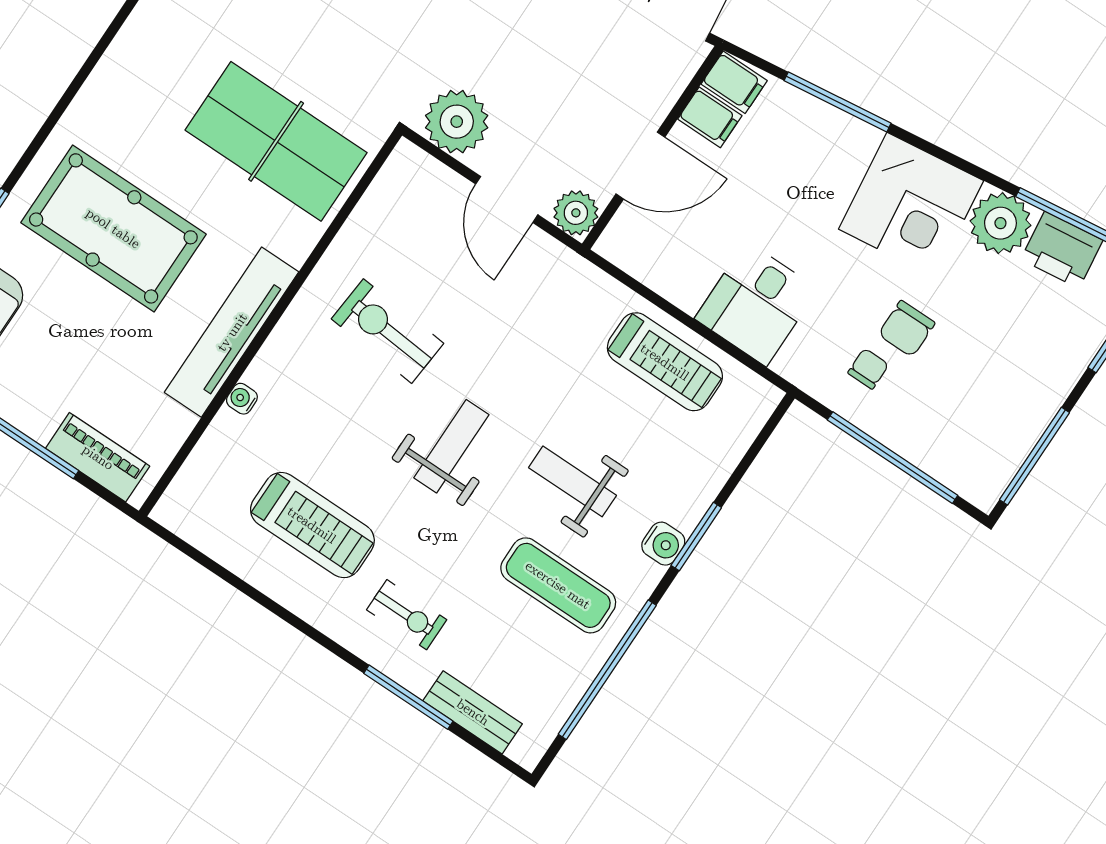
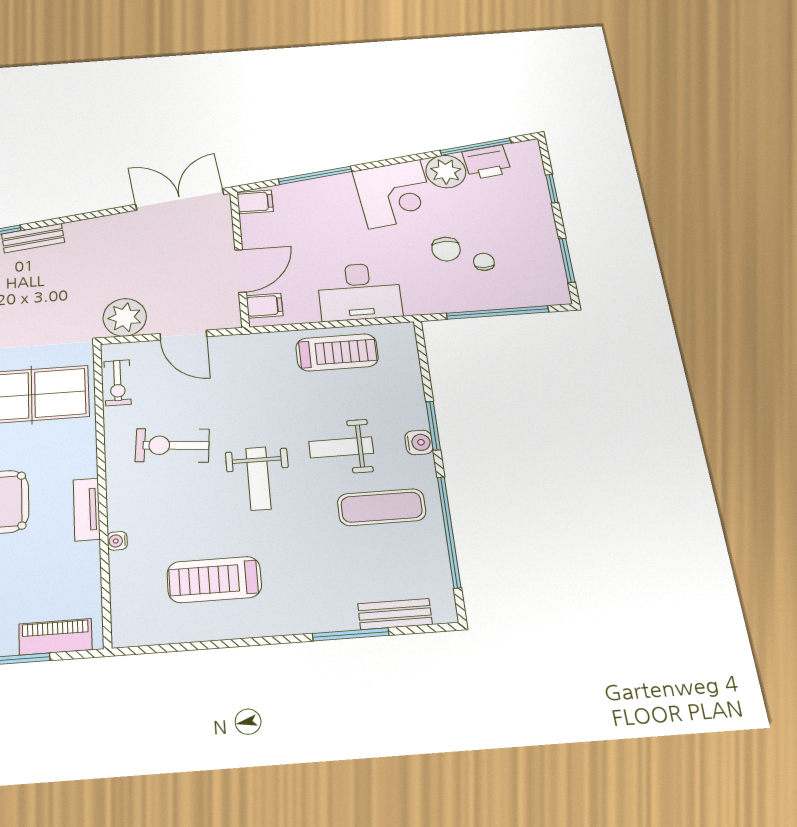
filing cabinet: (710, 117) -> (265, 306), moved
plant: (576, 213) -> (226, 316), removed
desk: (756, 304) -> (359, 292), width x1.37
tv unit: (232, 332) -> (87, 509), width x0.52, depth x0.78
chair: (868, 369) -> (484, 262), moved
weight bench: (451, 446) -> (258, 479), turned 180
window: (1035, 456) -> (567, 260), width x0.69
treadmill: (312, 525) -> (214, 580), turned 180
exercise bike: (407, 615) -> (118, 383), moved, turned 90

